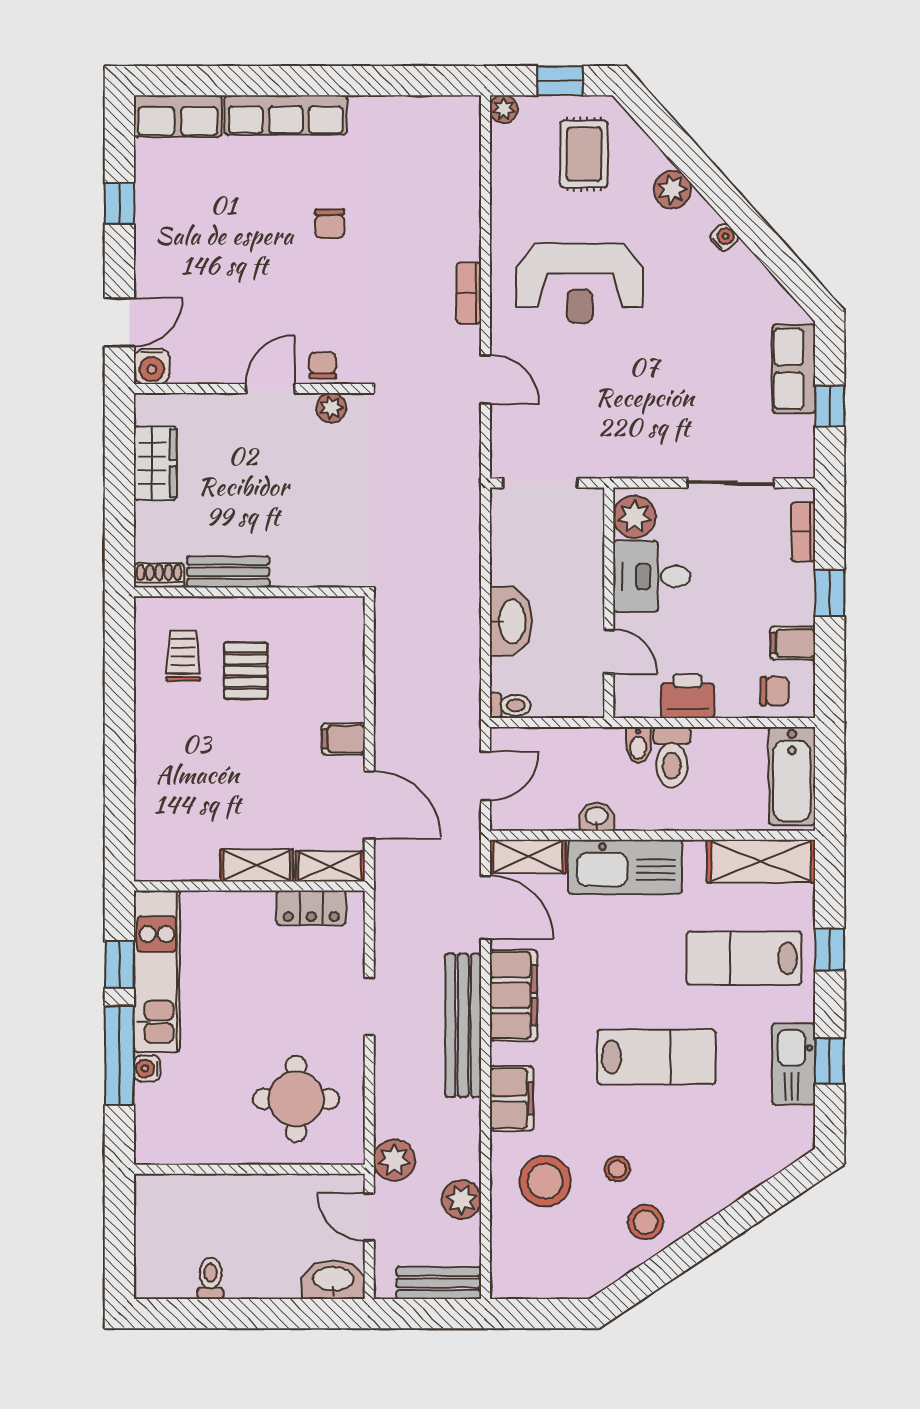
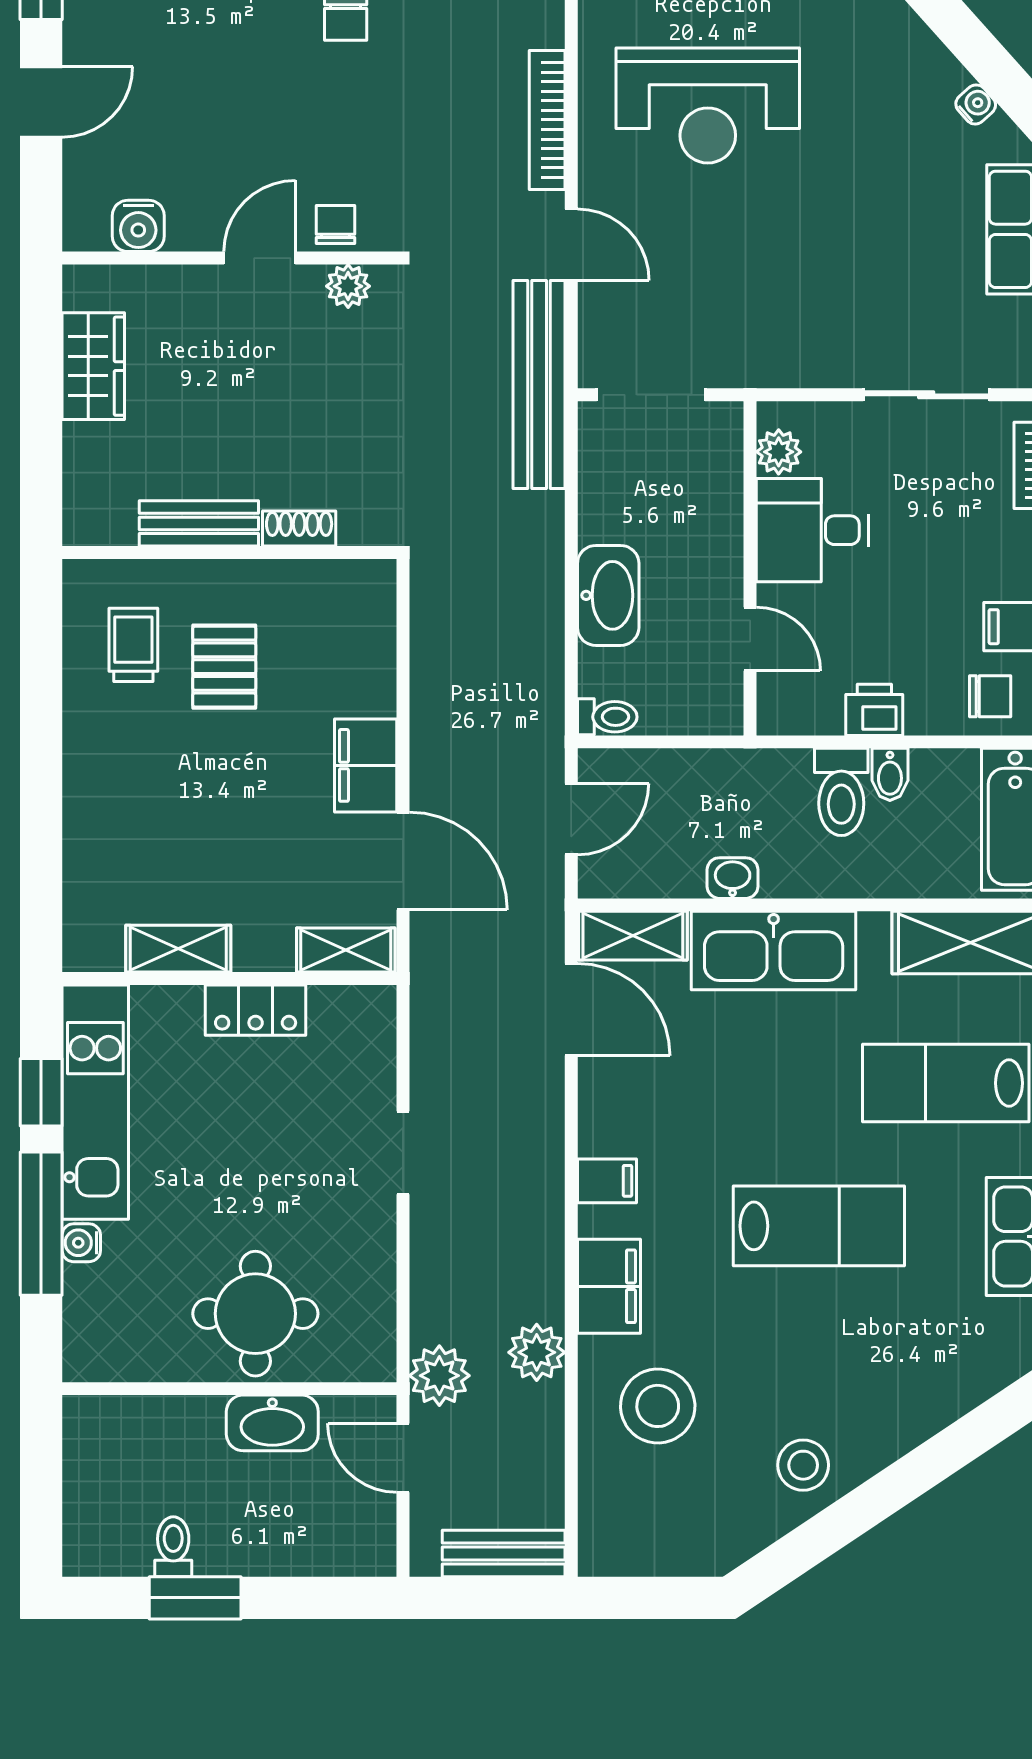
water cooler: (724, 237) -> (976, 105), moved
bookcase: (469, 293) -> (547, 120), width x1.56
door: (119, 322) -> (41, 102), moved
water cooler: (152, 366) -> (138, 226), moved
plant: (634, 517) -> (779, 452), width x0.73, depth x0.73
shoe rack: (159, 575) -> (299, 529), moved
printer: (688, 696) -> (874, 710), width x0.73, depth x0.81
filing cabinet: (343, 739) -> (366, 765), width x2.00
bidet: (638, 745) -> (890, 774), moved
shelving: (257, 865) -> (178, 949), moved
locker: (311, 908) -> (256, 1010), moved
filing cabinet: (513, 995) -> (607, 1181), width x0.33, depth x0.86
bench: (463, 1025) -> (539, 385), moved
round table: (296, 1099) -> (255, 1314), moved
stool: (617, 1169) -> (762, 1388), removed
plant: (462, 1200) -> (537, 1352), moved
washbasin: (333, 1280) -> (272, 1423), moved, turned 180
window: (226, 1314) -> (195, 1598), added

